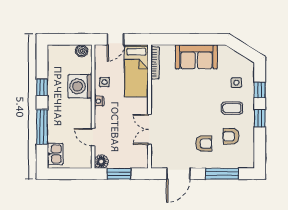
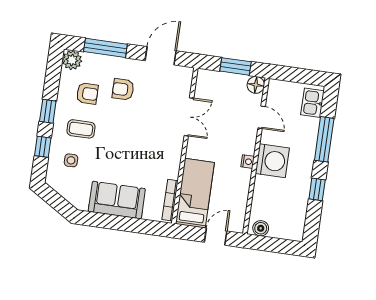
side table: (105, 82) -> (237, 185), removed
washing machine: (80, 86) -> (272, 161), moved
plant: (247, 161) -> (72, 60), added

